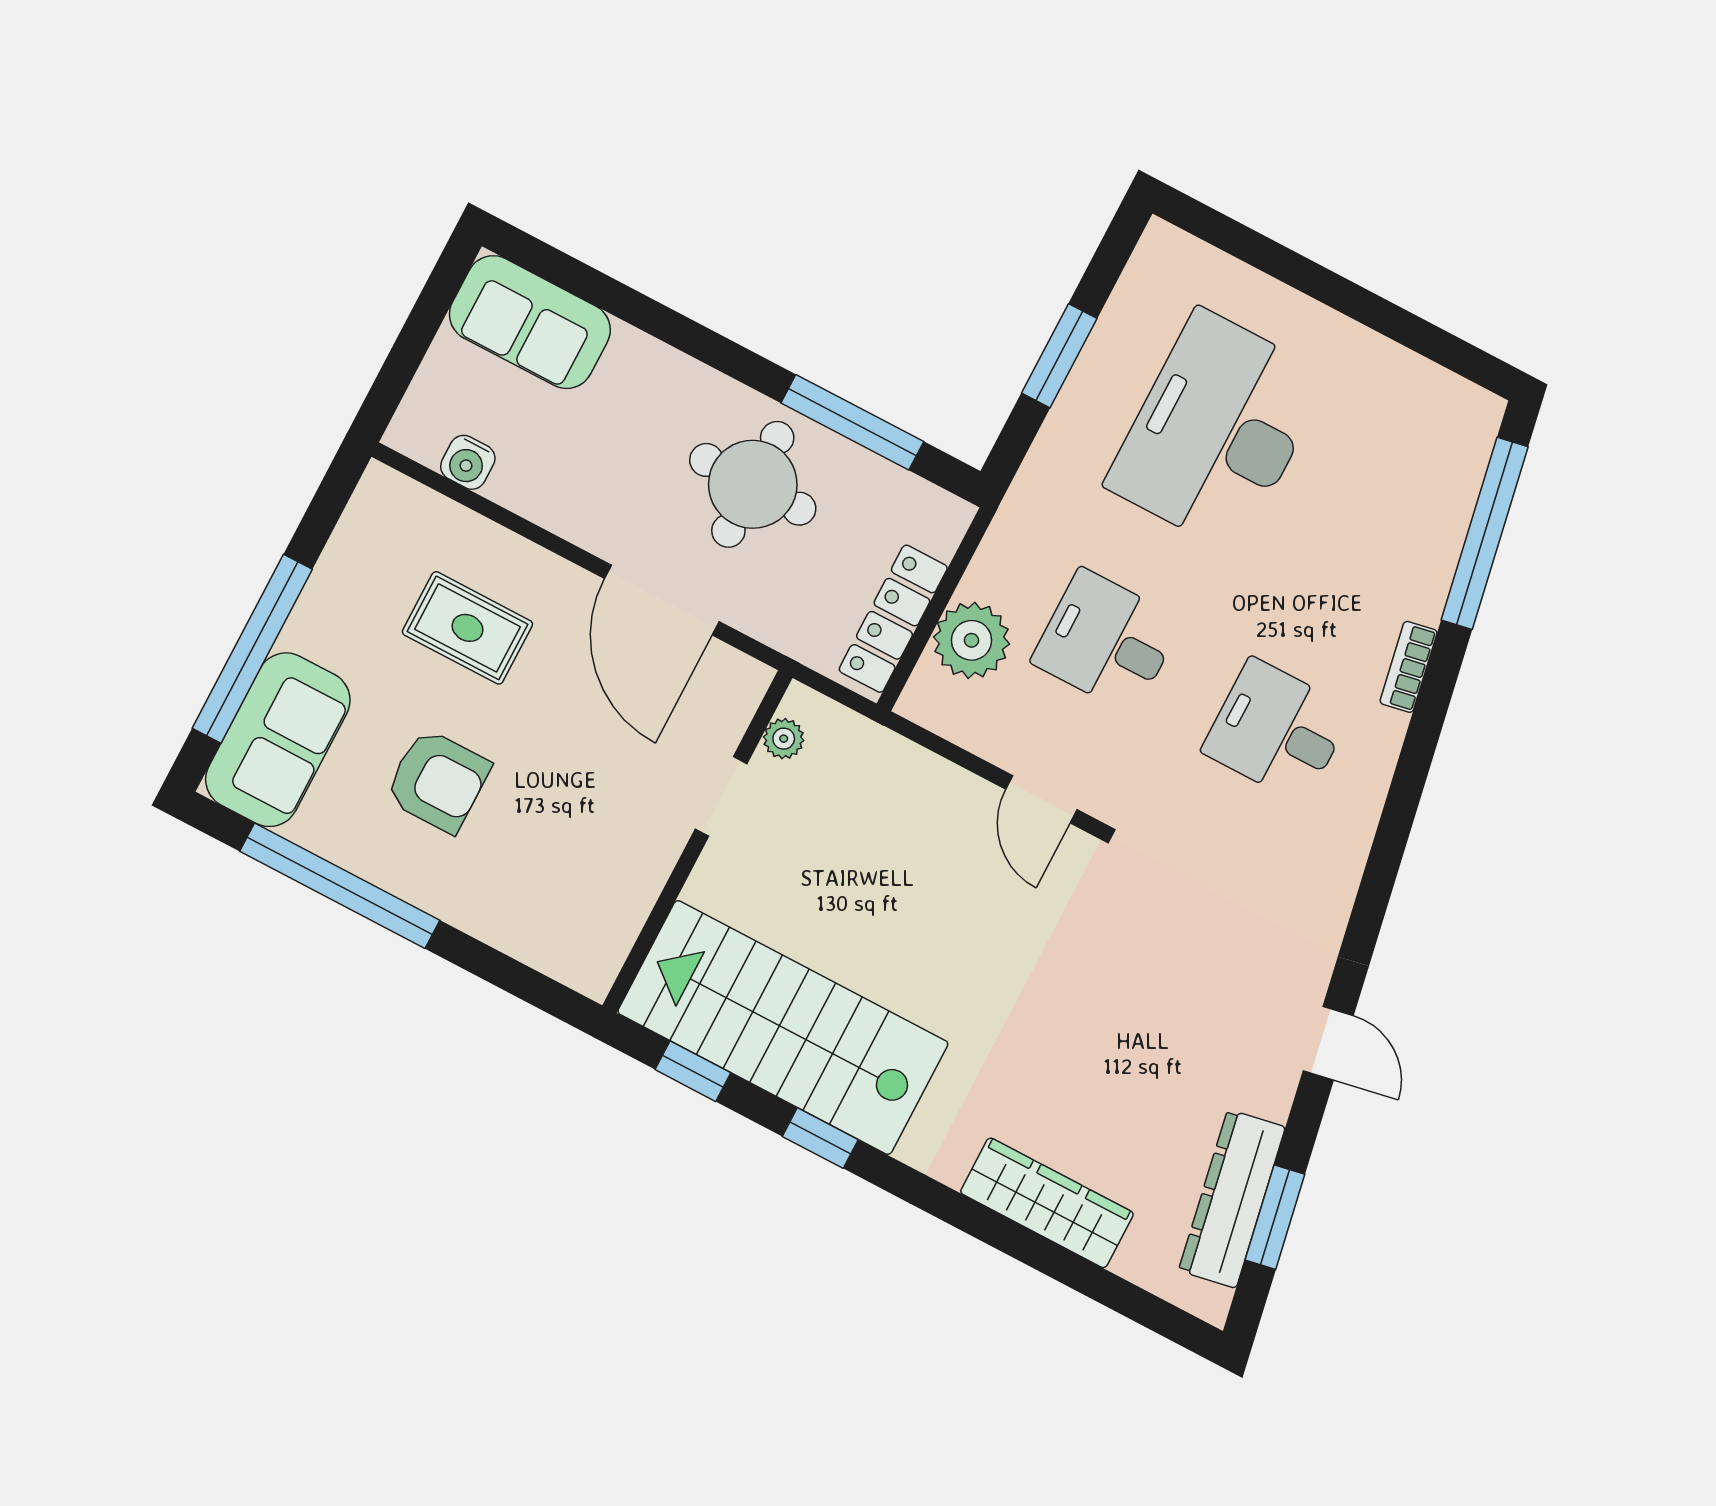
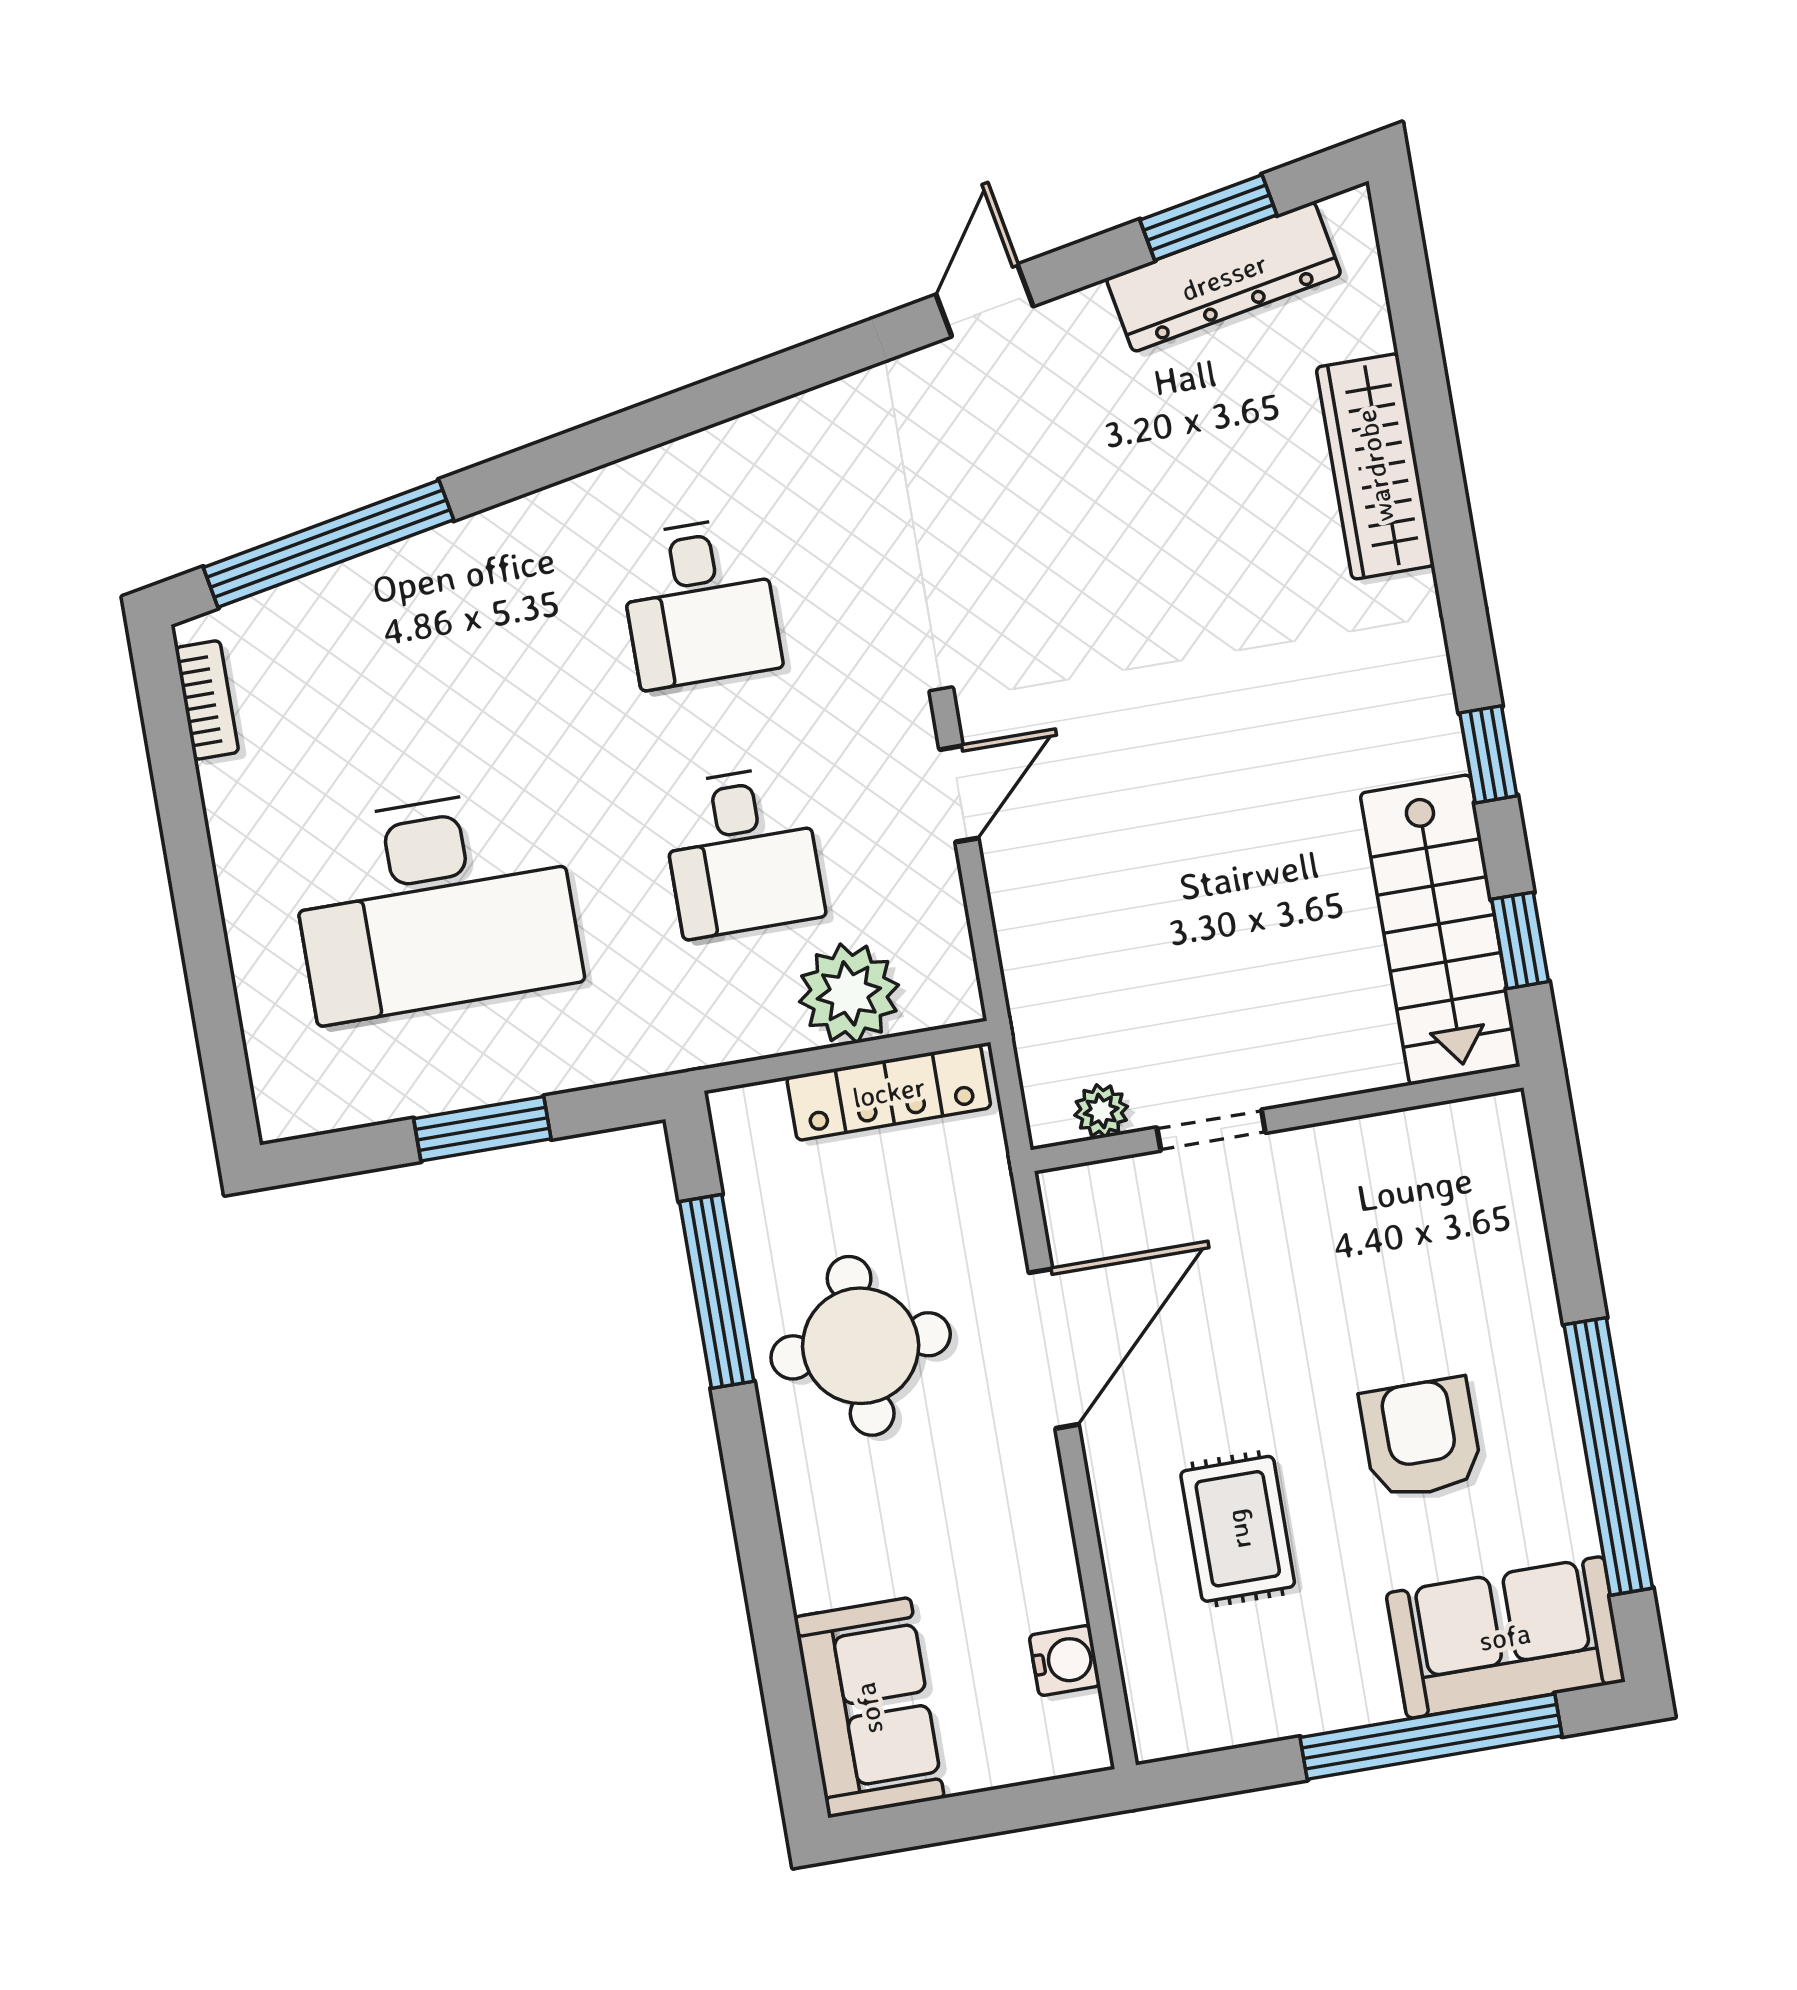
bookcase: (1409, 667) -> (207, 700), moved, turned -79
stairs: (783, 1028) -> (1440, 930), width x0.73, depth x0.66

